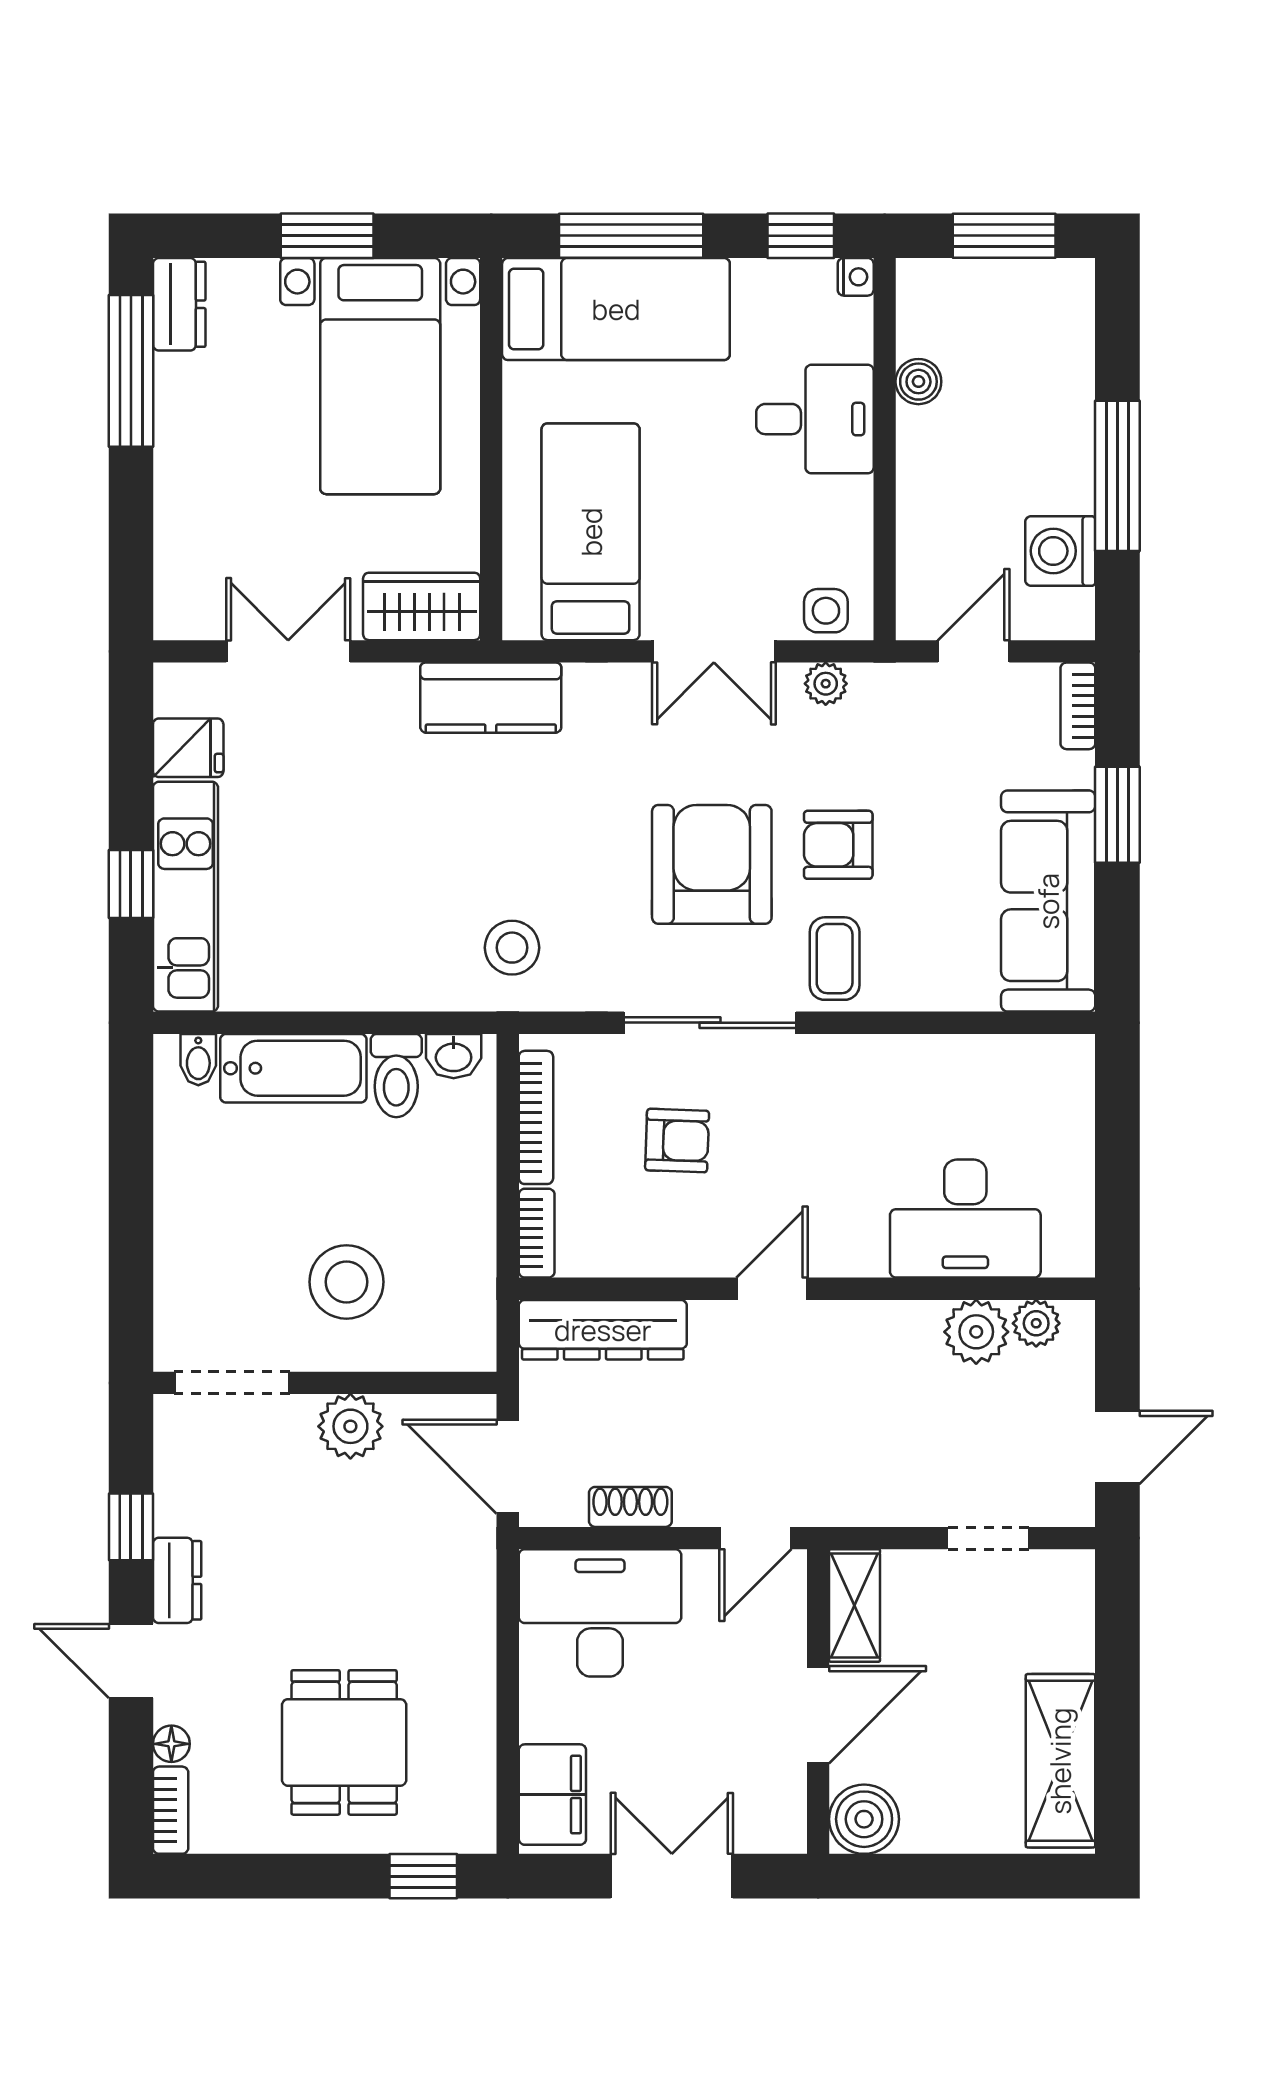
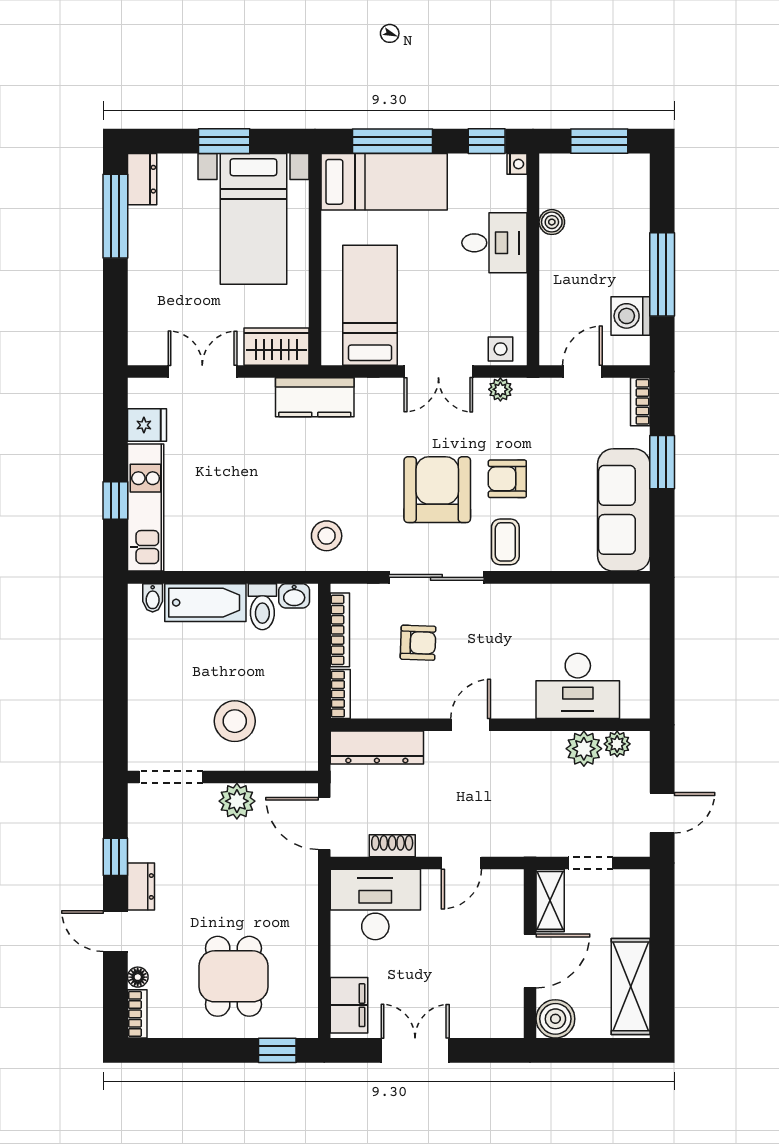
shelving: (855, 1605) -> (550, 900), moved
wall: (818, 1702) -> (530, 954), moved
door: (818, 1715) -> (530, 961), moved
boiler: (864, 1819) -> (555, 1019), moved

